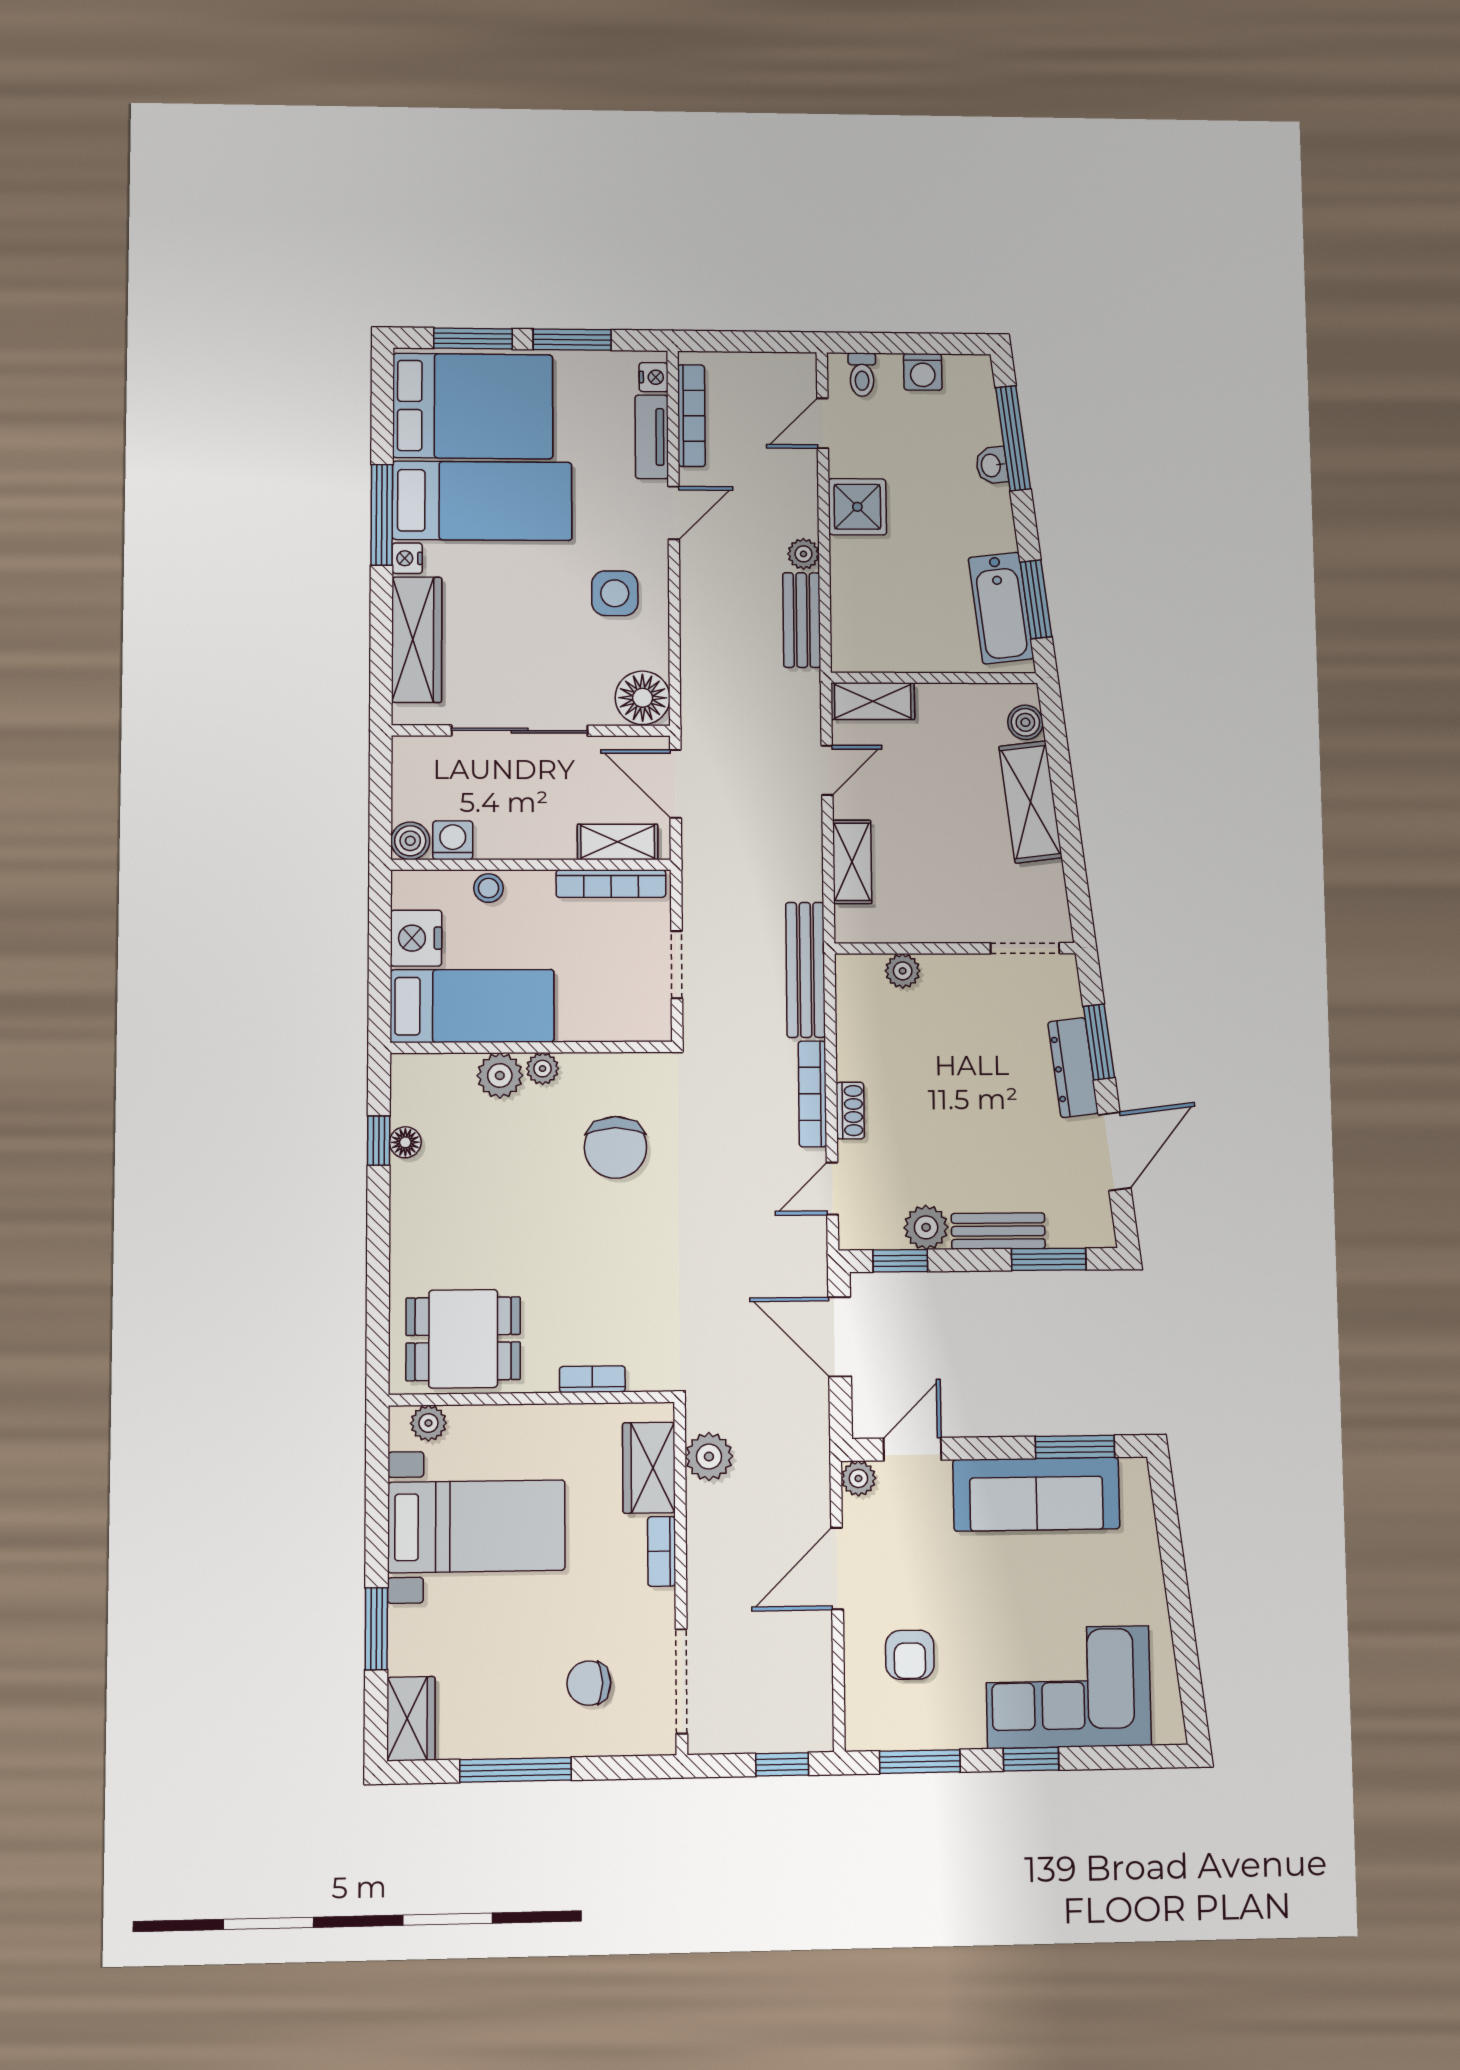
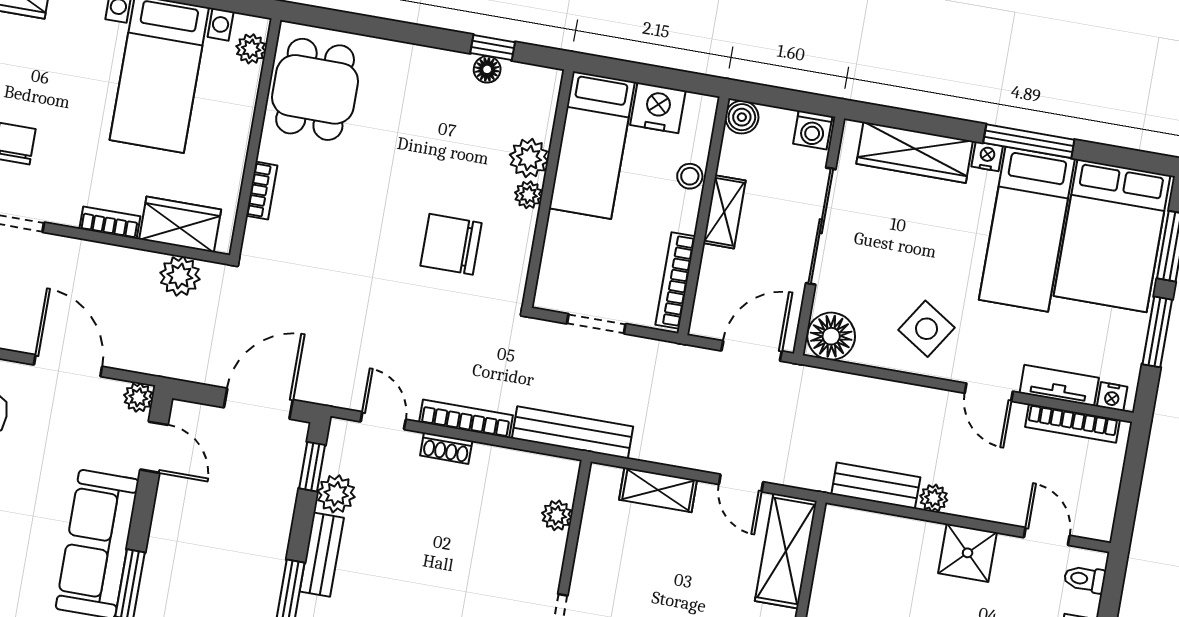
side table: (615, 593) -> (927, 329), turned 33
shelving: (873, 701) -> (786, 551), width x1.50, depth x1.33
washing machine: (453, 840) -> (813, 130), moved, turned 90
shelving: (618, 842) -> (724, 212), moved

